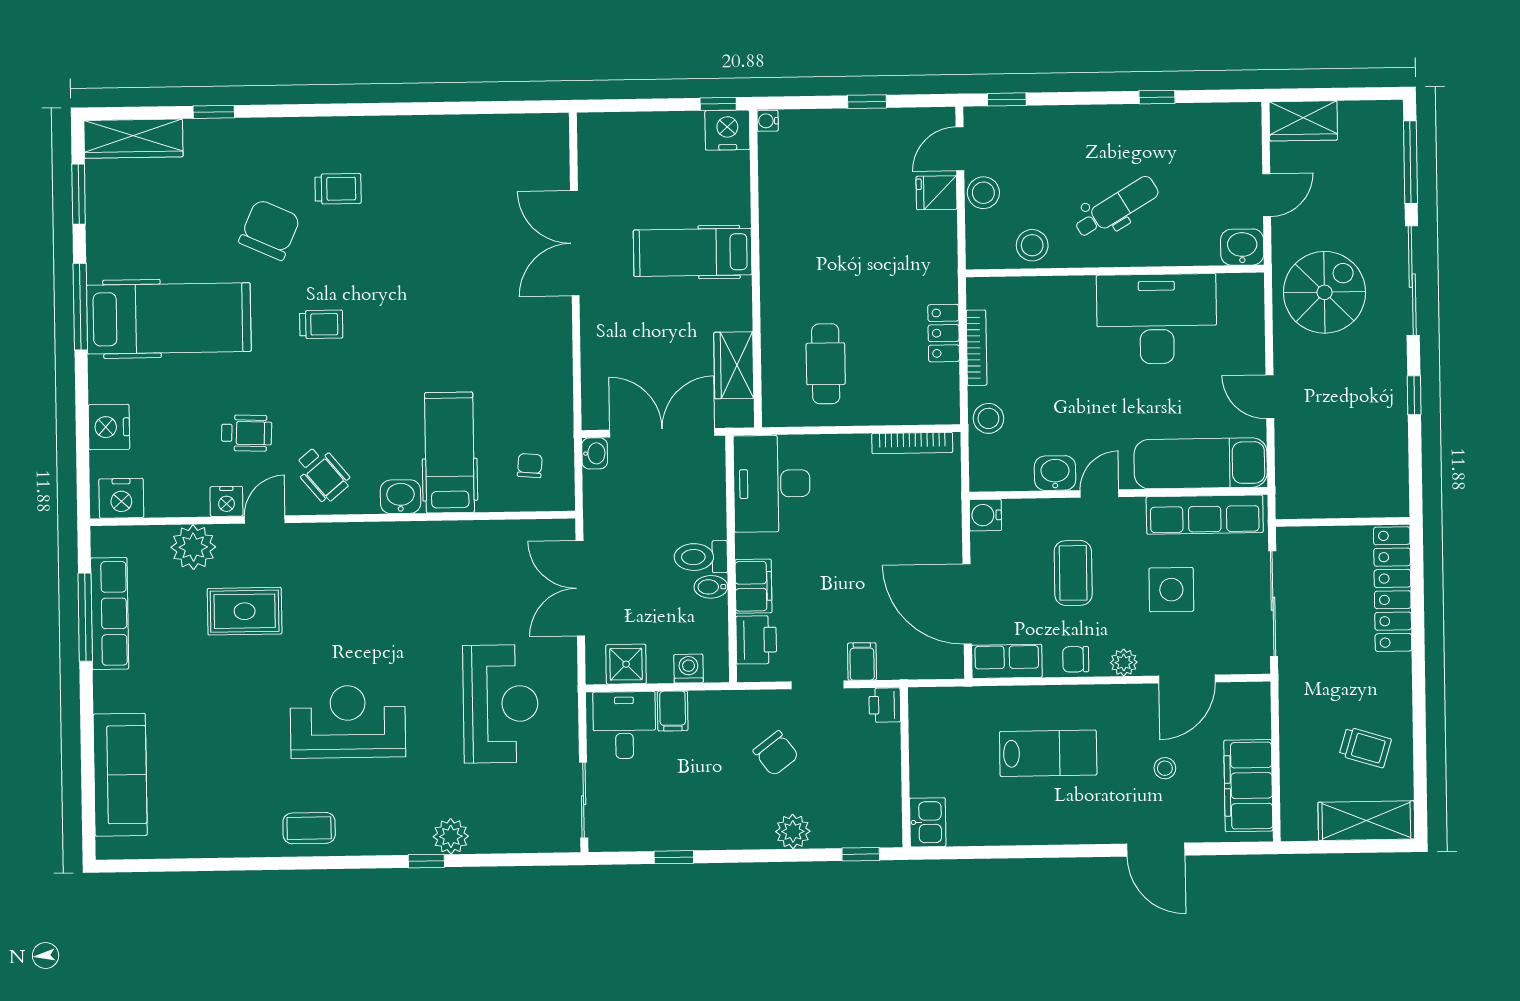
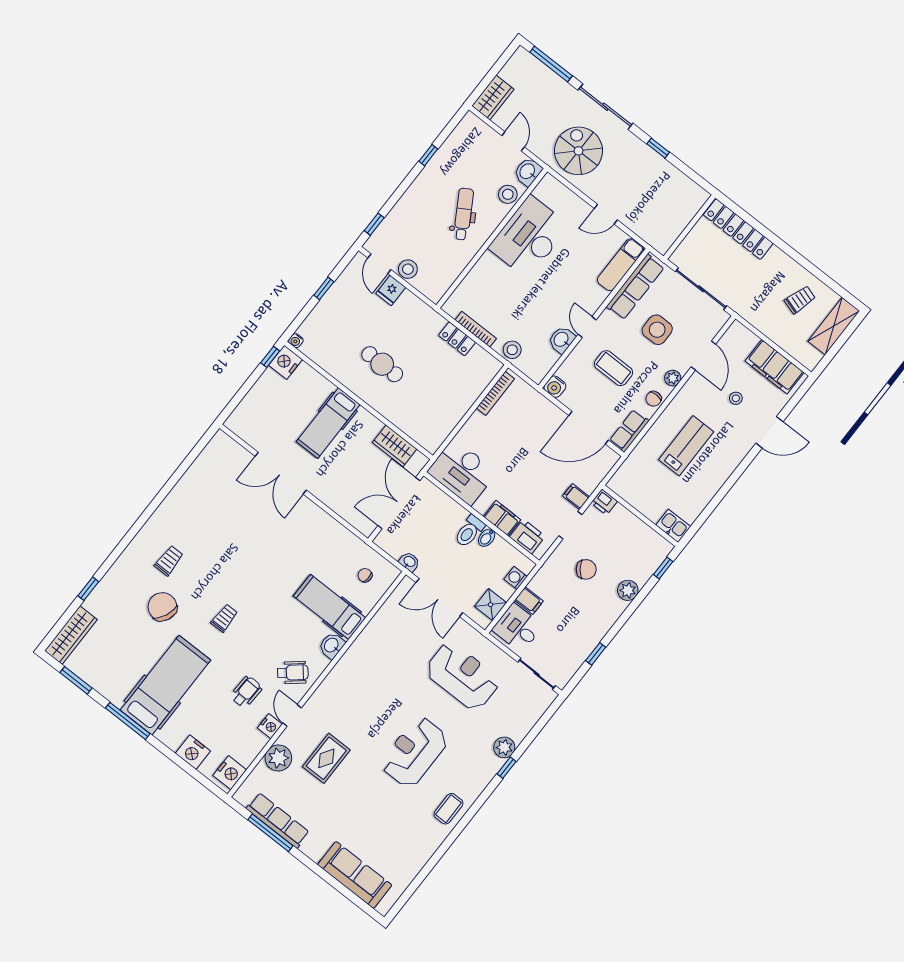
stool: (1032, 245) -> (508, 194), moved
cafe table: (826, 364) -> (382, 364), moved
washbasin: (595, 453) -> (409, 562), moved
exam couch: (1201, 463) -> (621, 265), width x0.73, depth x0.69

